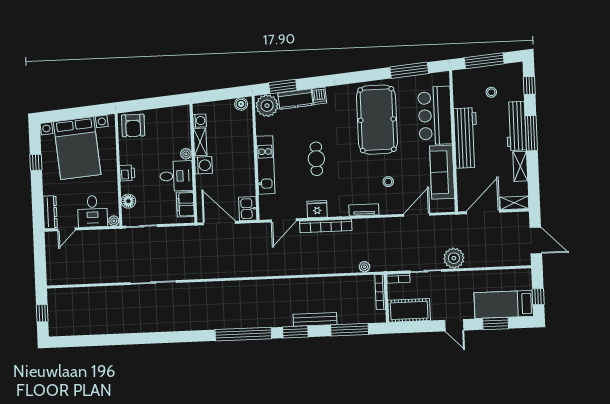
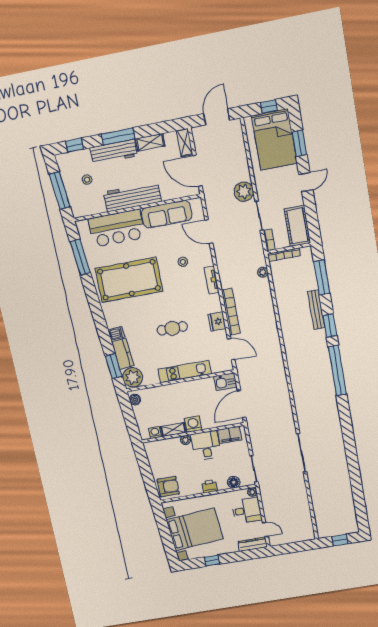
bed: (504, 304) -> (274, 140), width x1.50

